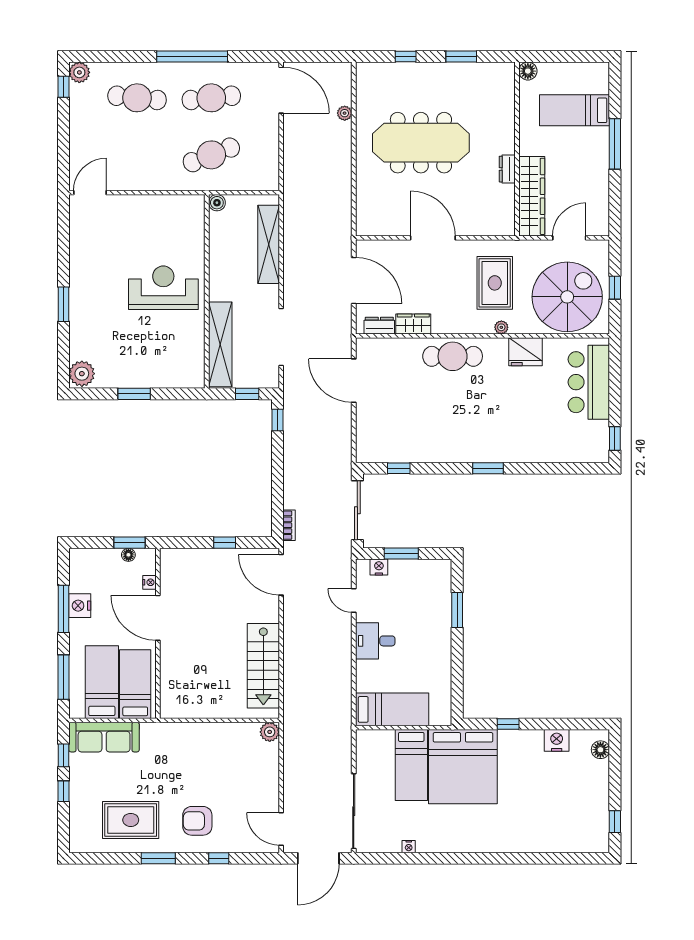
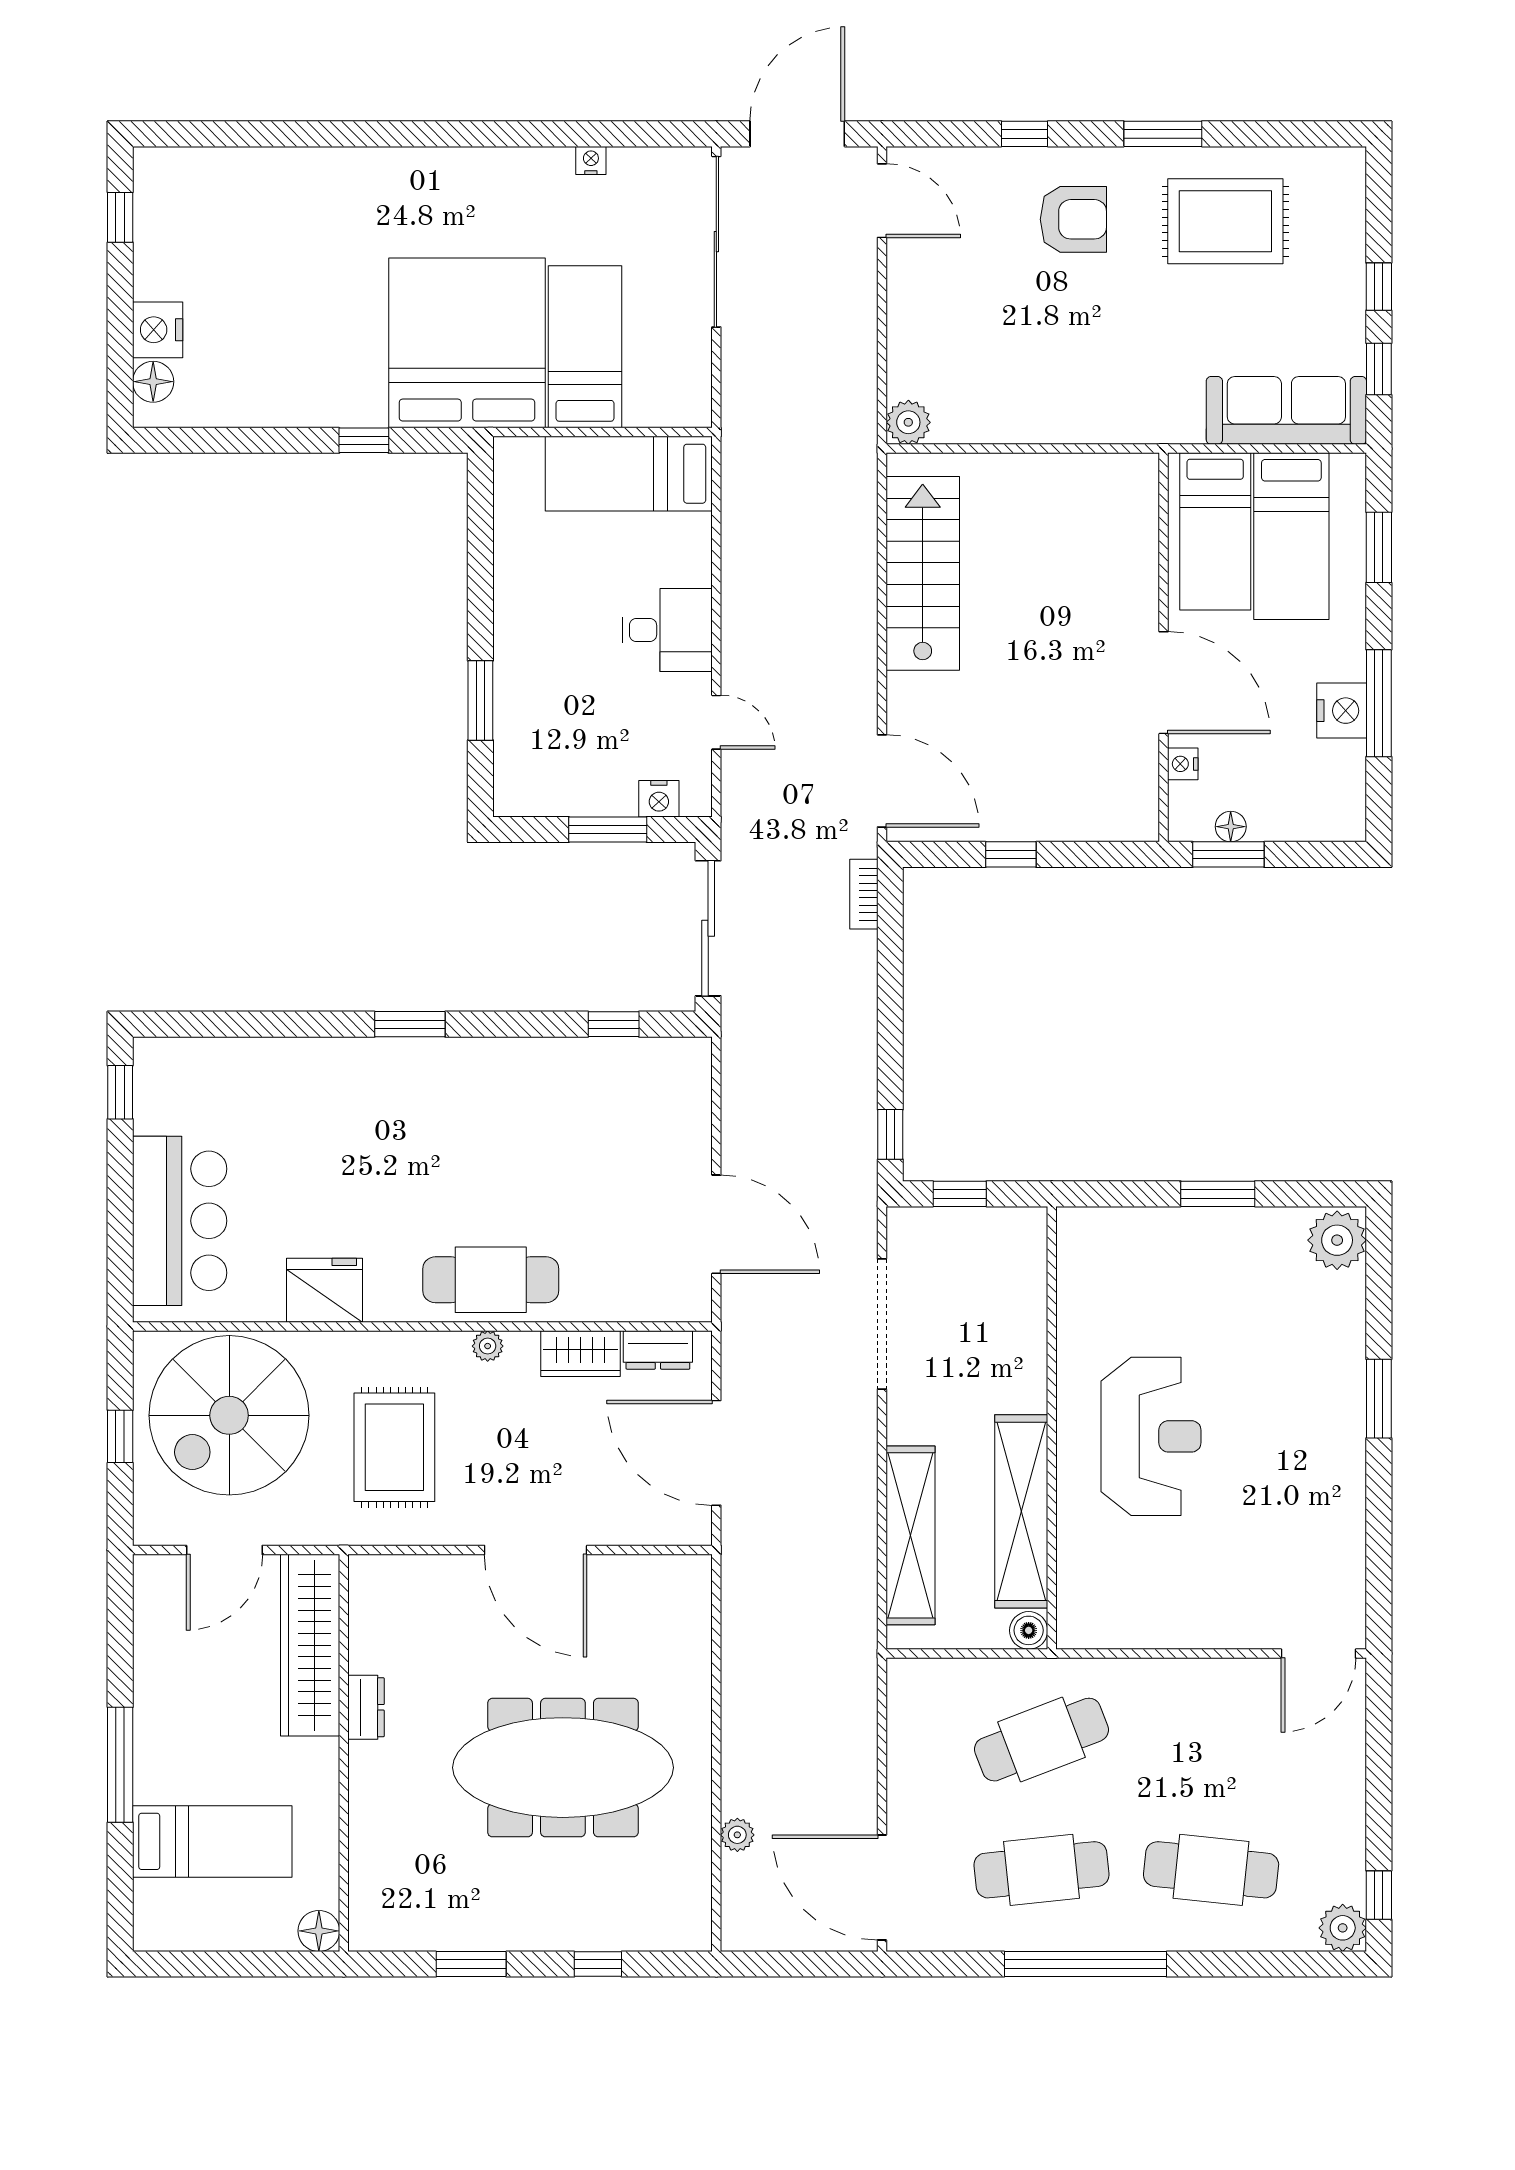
reception desk: (163, 288) -> (1151, 1436), turned -90
plant: (501, 327) -> (488, 1346), moved
shelving: (220, 344) -> (1021, 1511), moved
window: (64, 677) -> (1379, 547), width x0.69
nightstand: (557, 740) -> (158, 330), moved, turned 90

